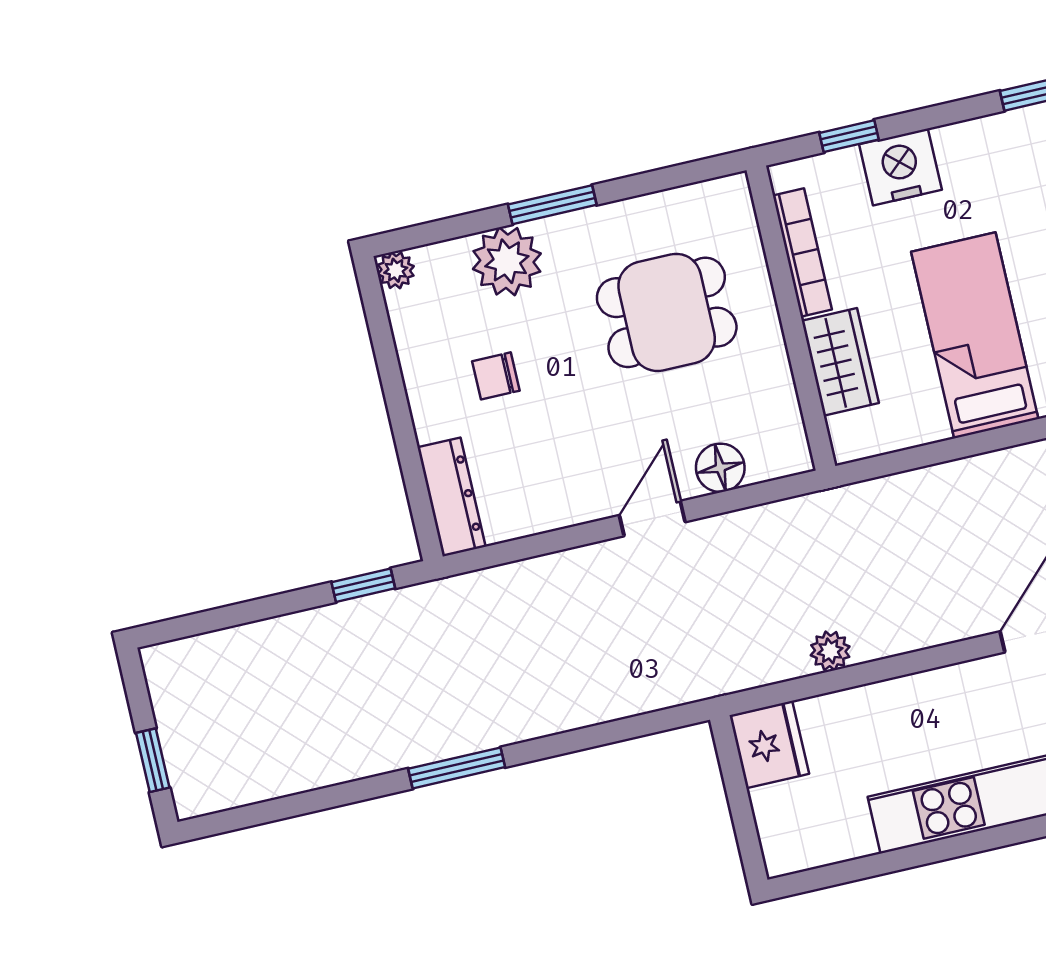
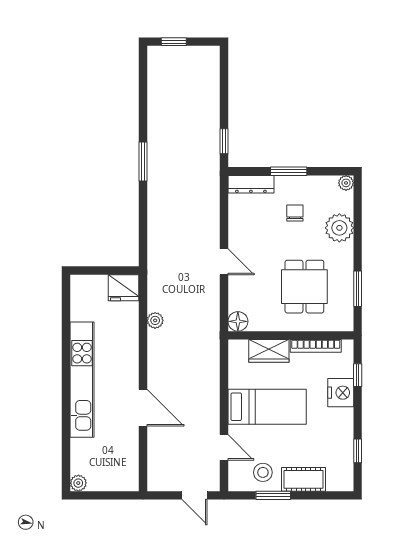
window: (552, 205) -> (358, 289), moved
window: (400, 414) -> (289, 171), added
floor lamp: (720, 468) -> (238, 321), moved

